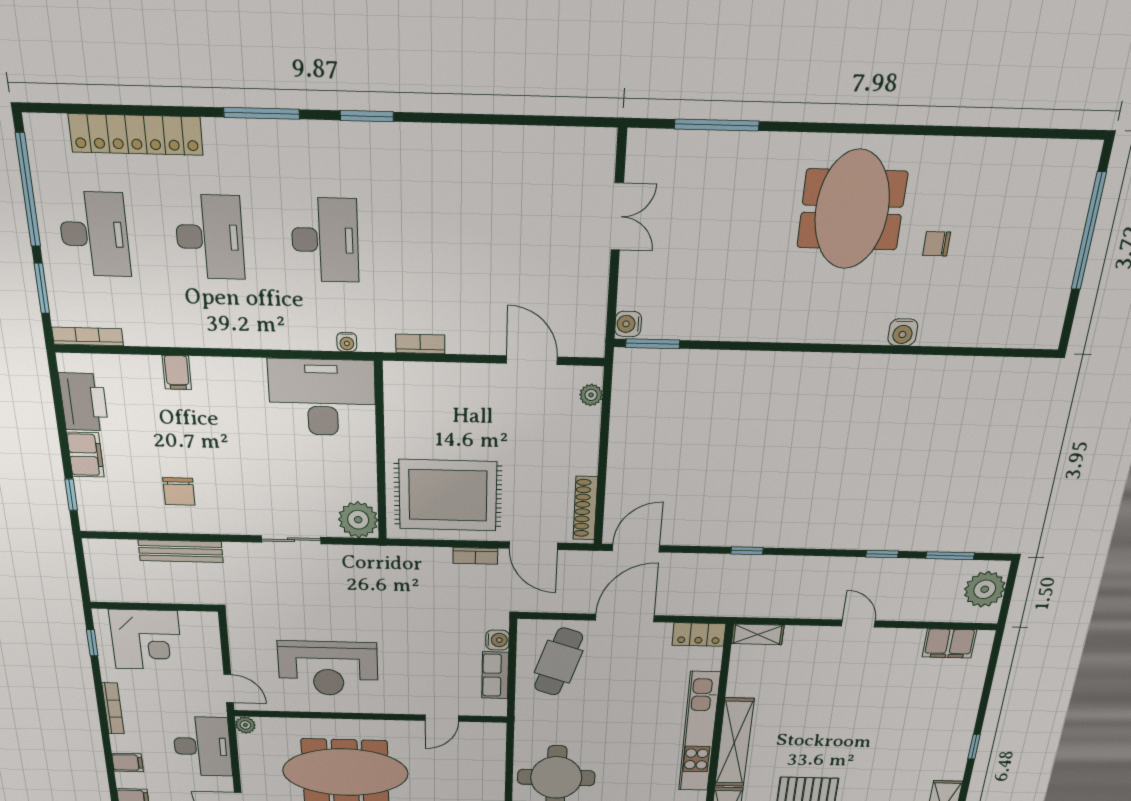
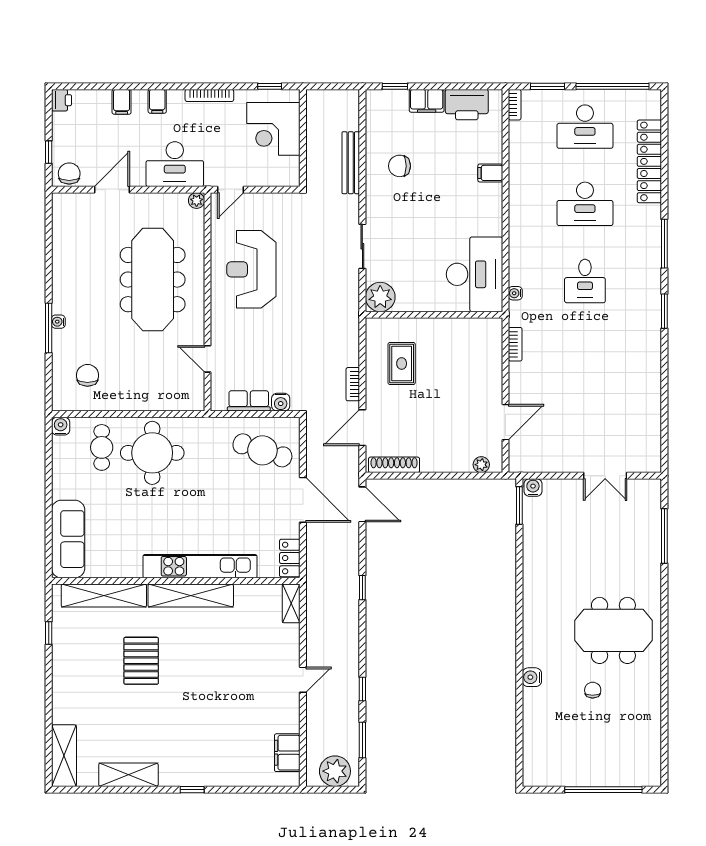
desk: (325, 240) -> (585, 281), width x0.73
bookcase: (88, 336) -> (515, 105), width x0.64
rug: (448, 495) -> (402, 363), width x0.54, depth x0.49

